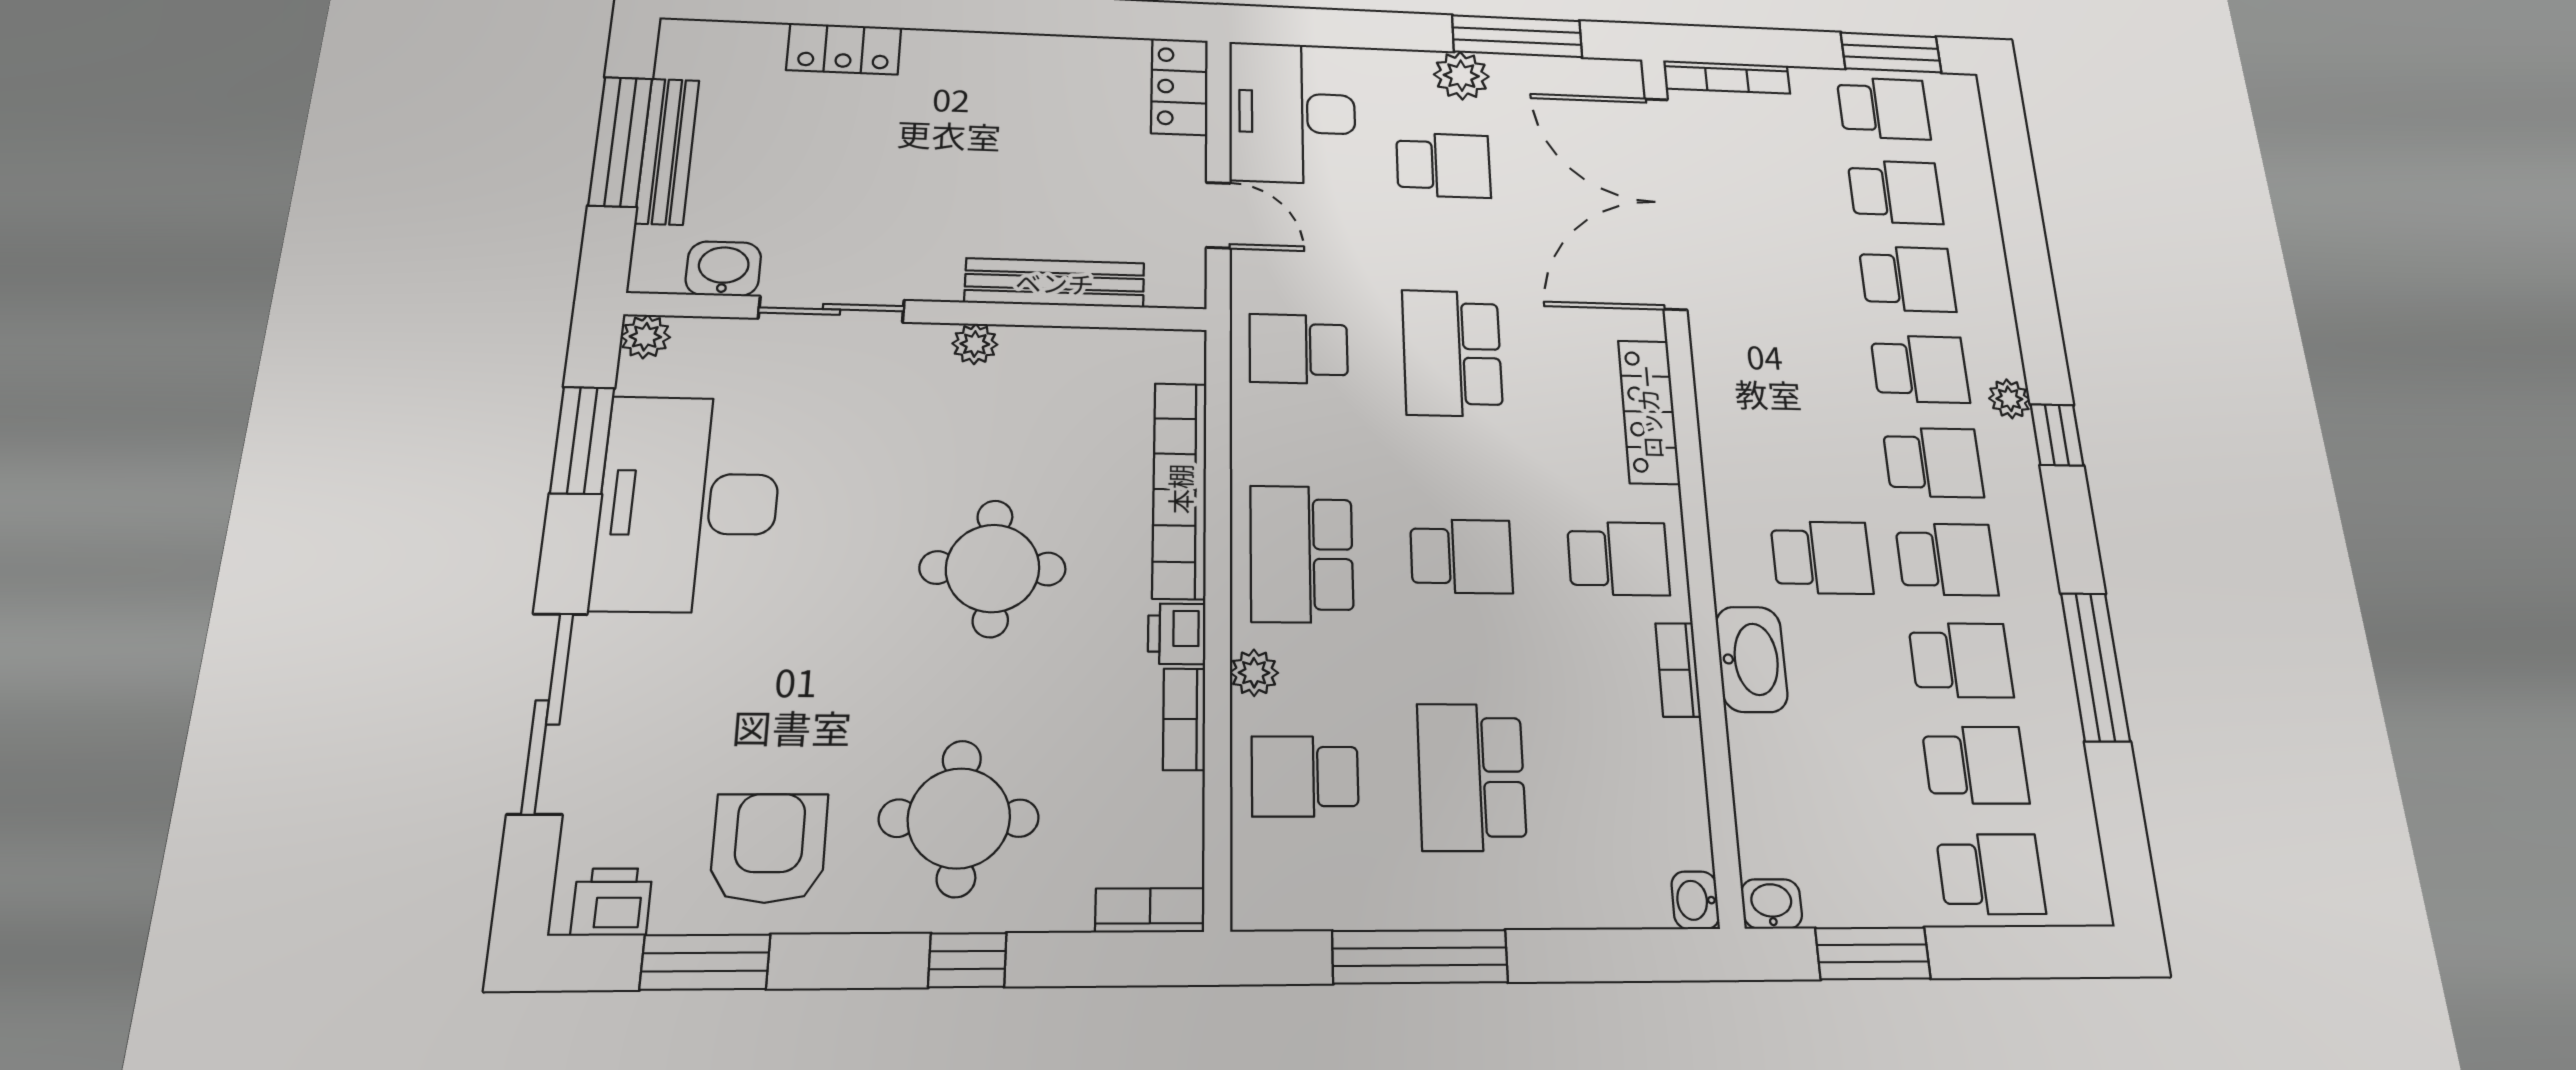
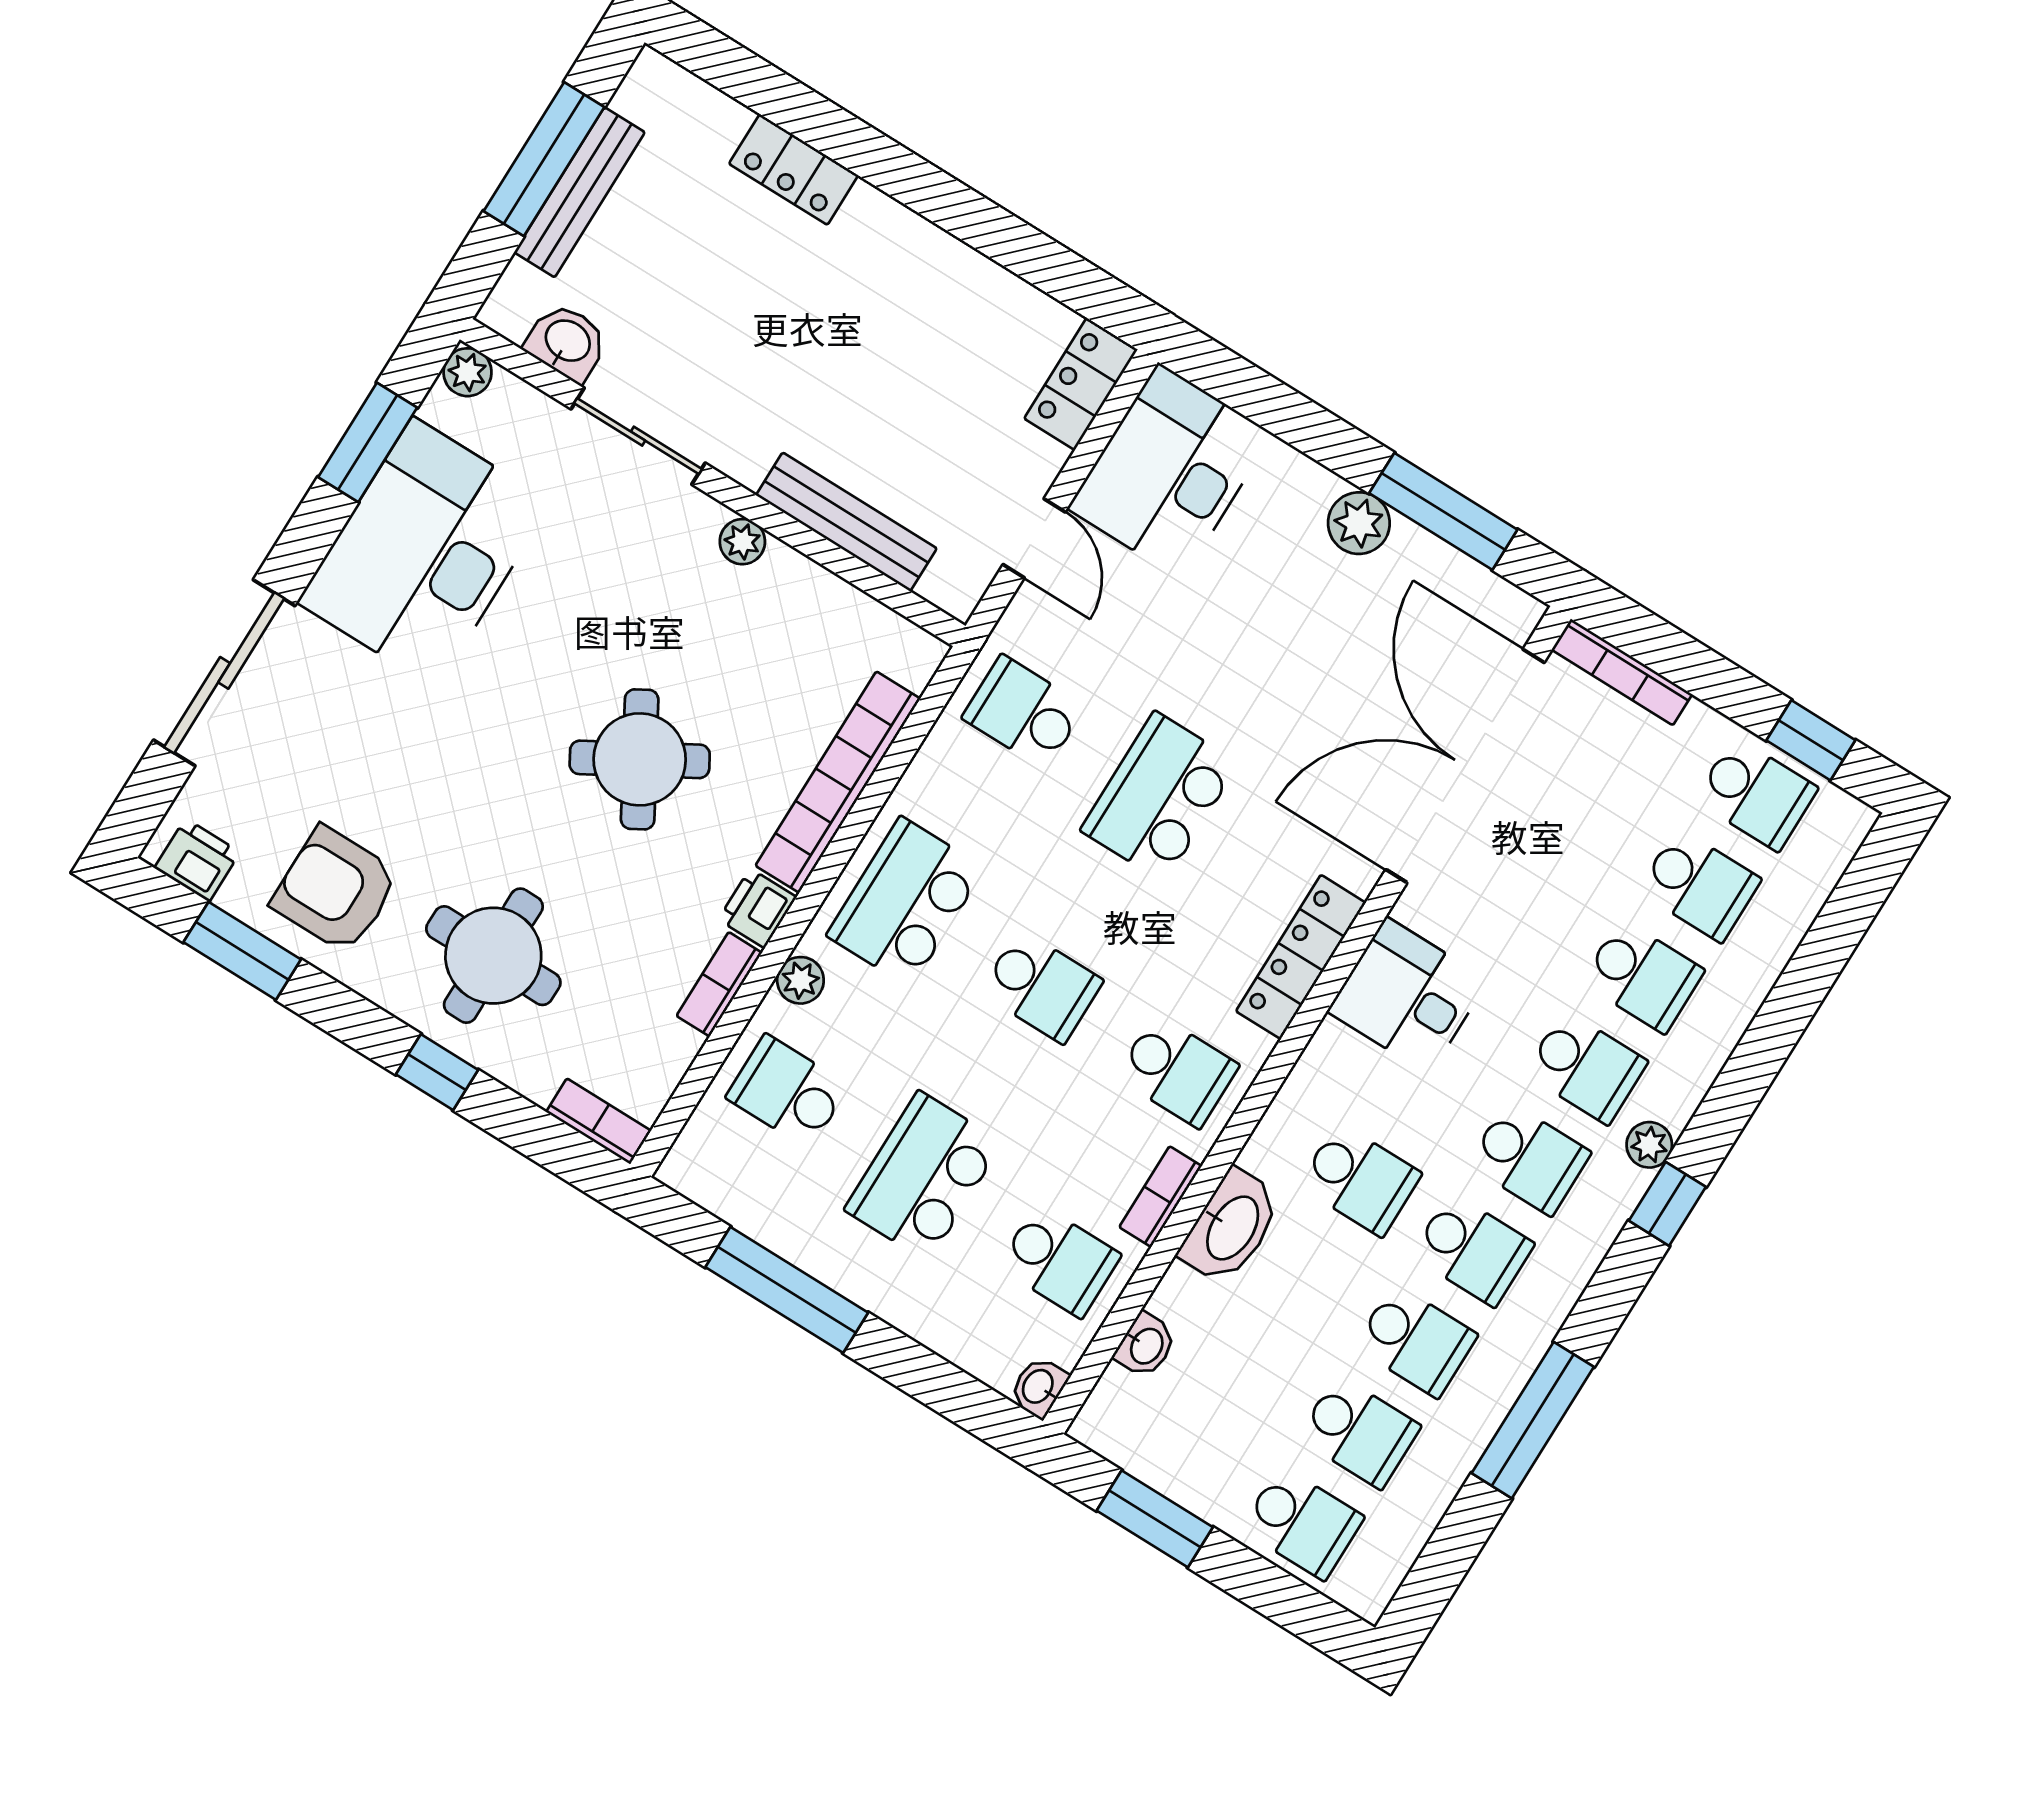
window: (1891, 53) -> (1811, 740), width x0.67
school desk: (1443, 165) -> (1059, 1261), moved
desk: (1751, 394) -> (1408, 996), added
round table: (993, 568) -> (640, 759), turned -30
armchair: (769, 848) -> (335, 890), turned -90
washbasin: (1772, 904) -> (1146, 1345), moved, turned 90

